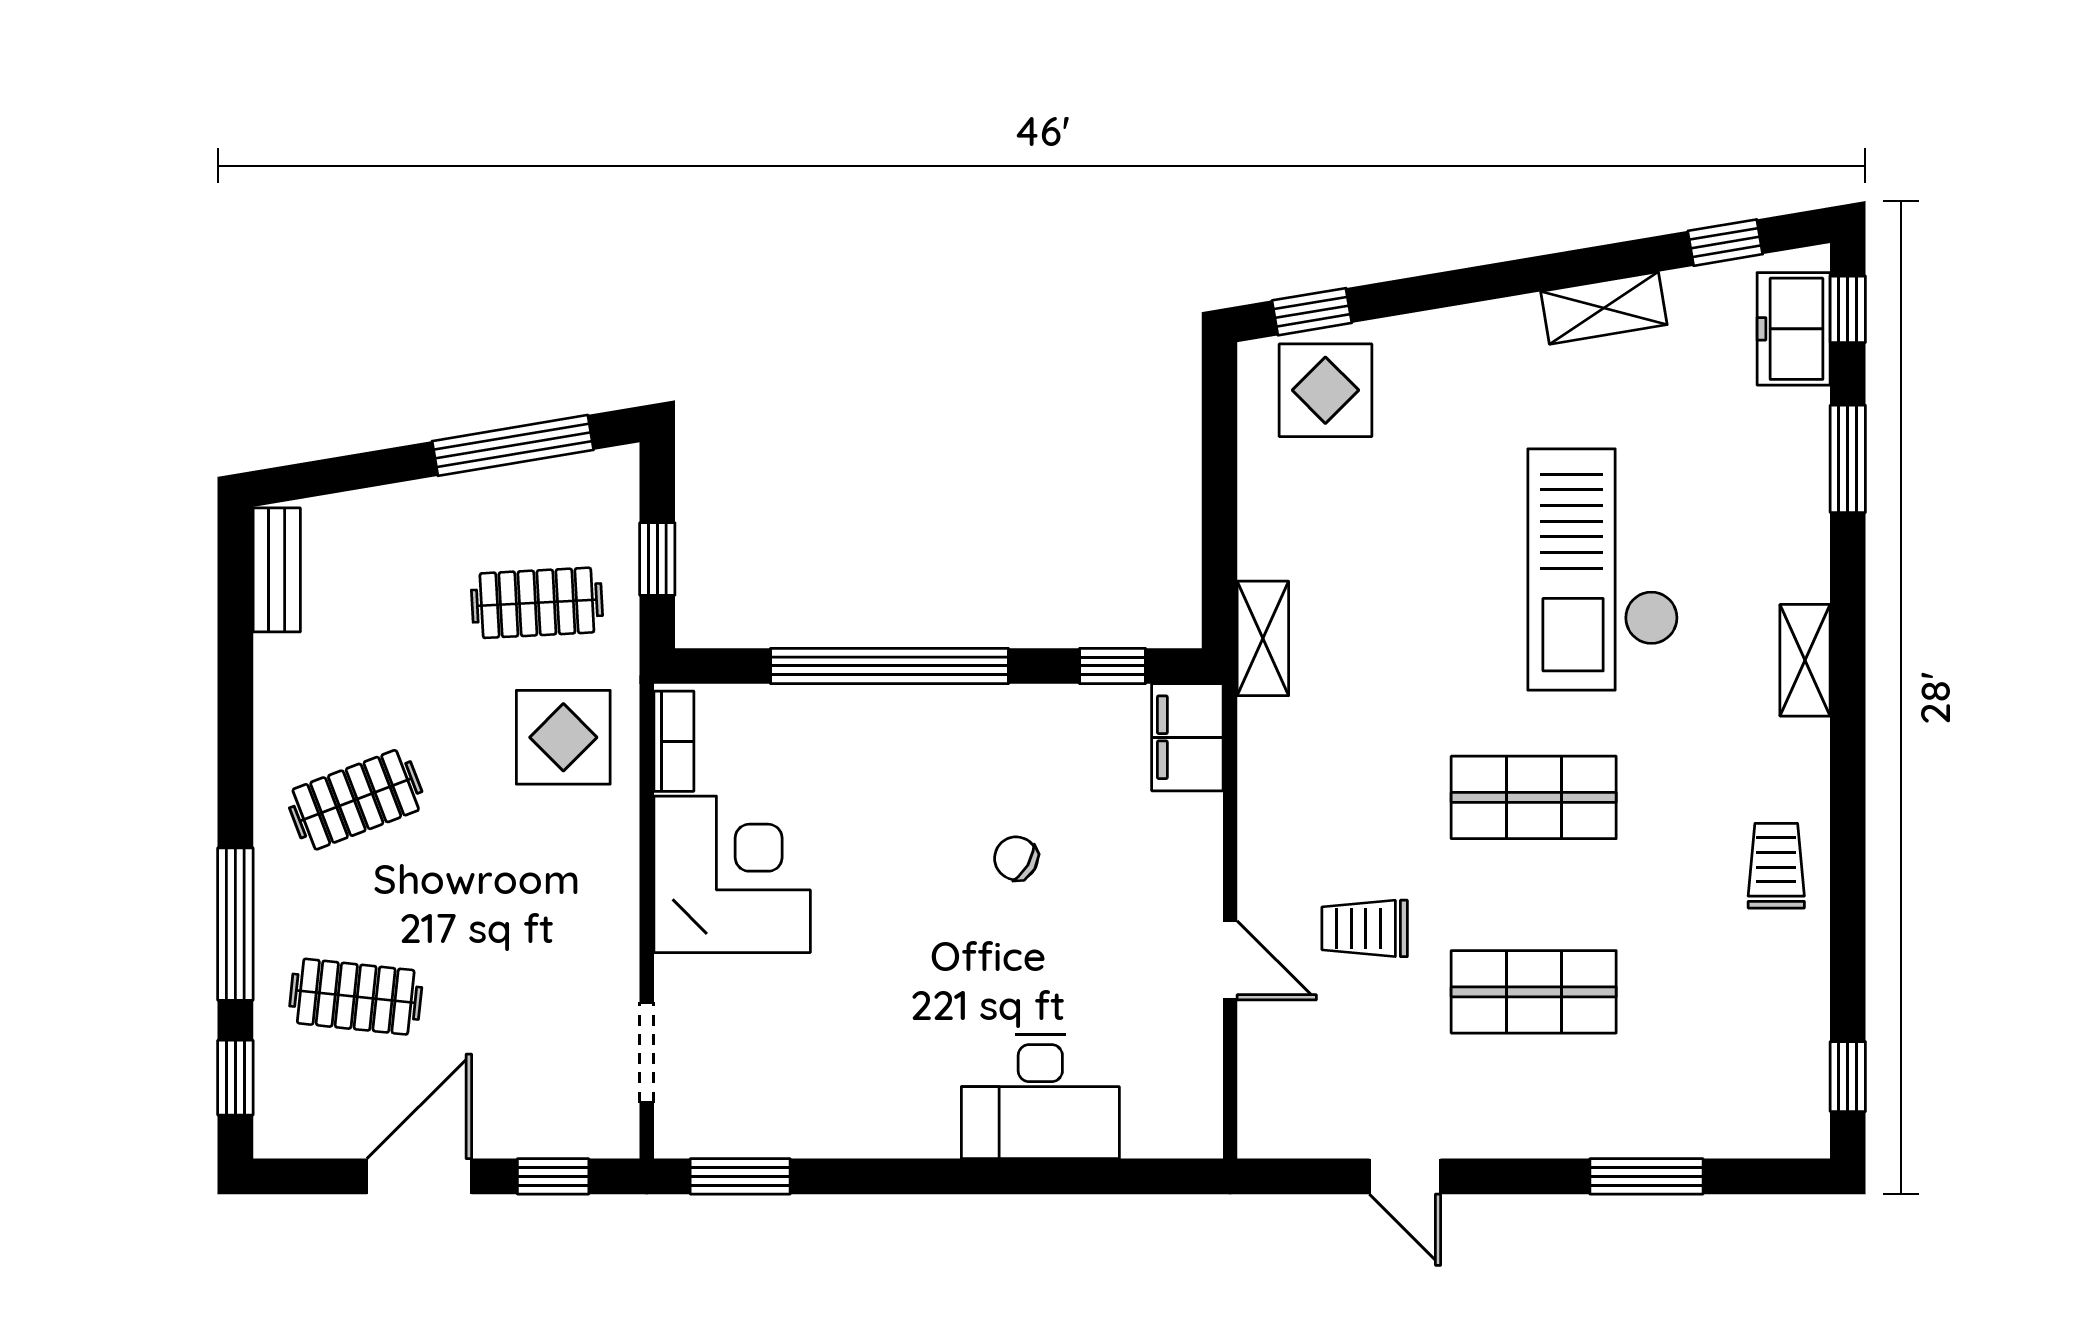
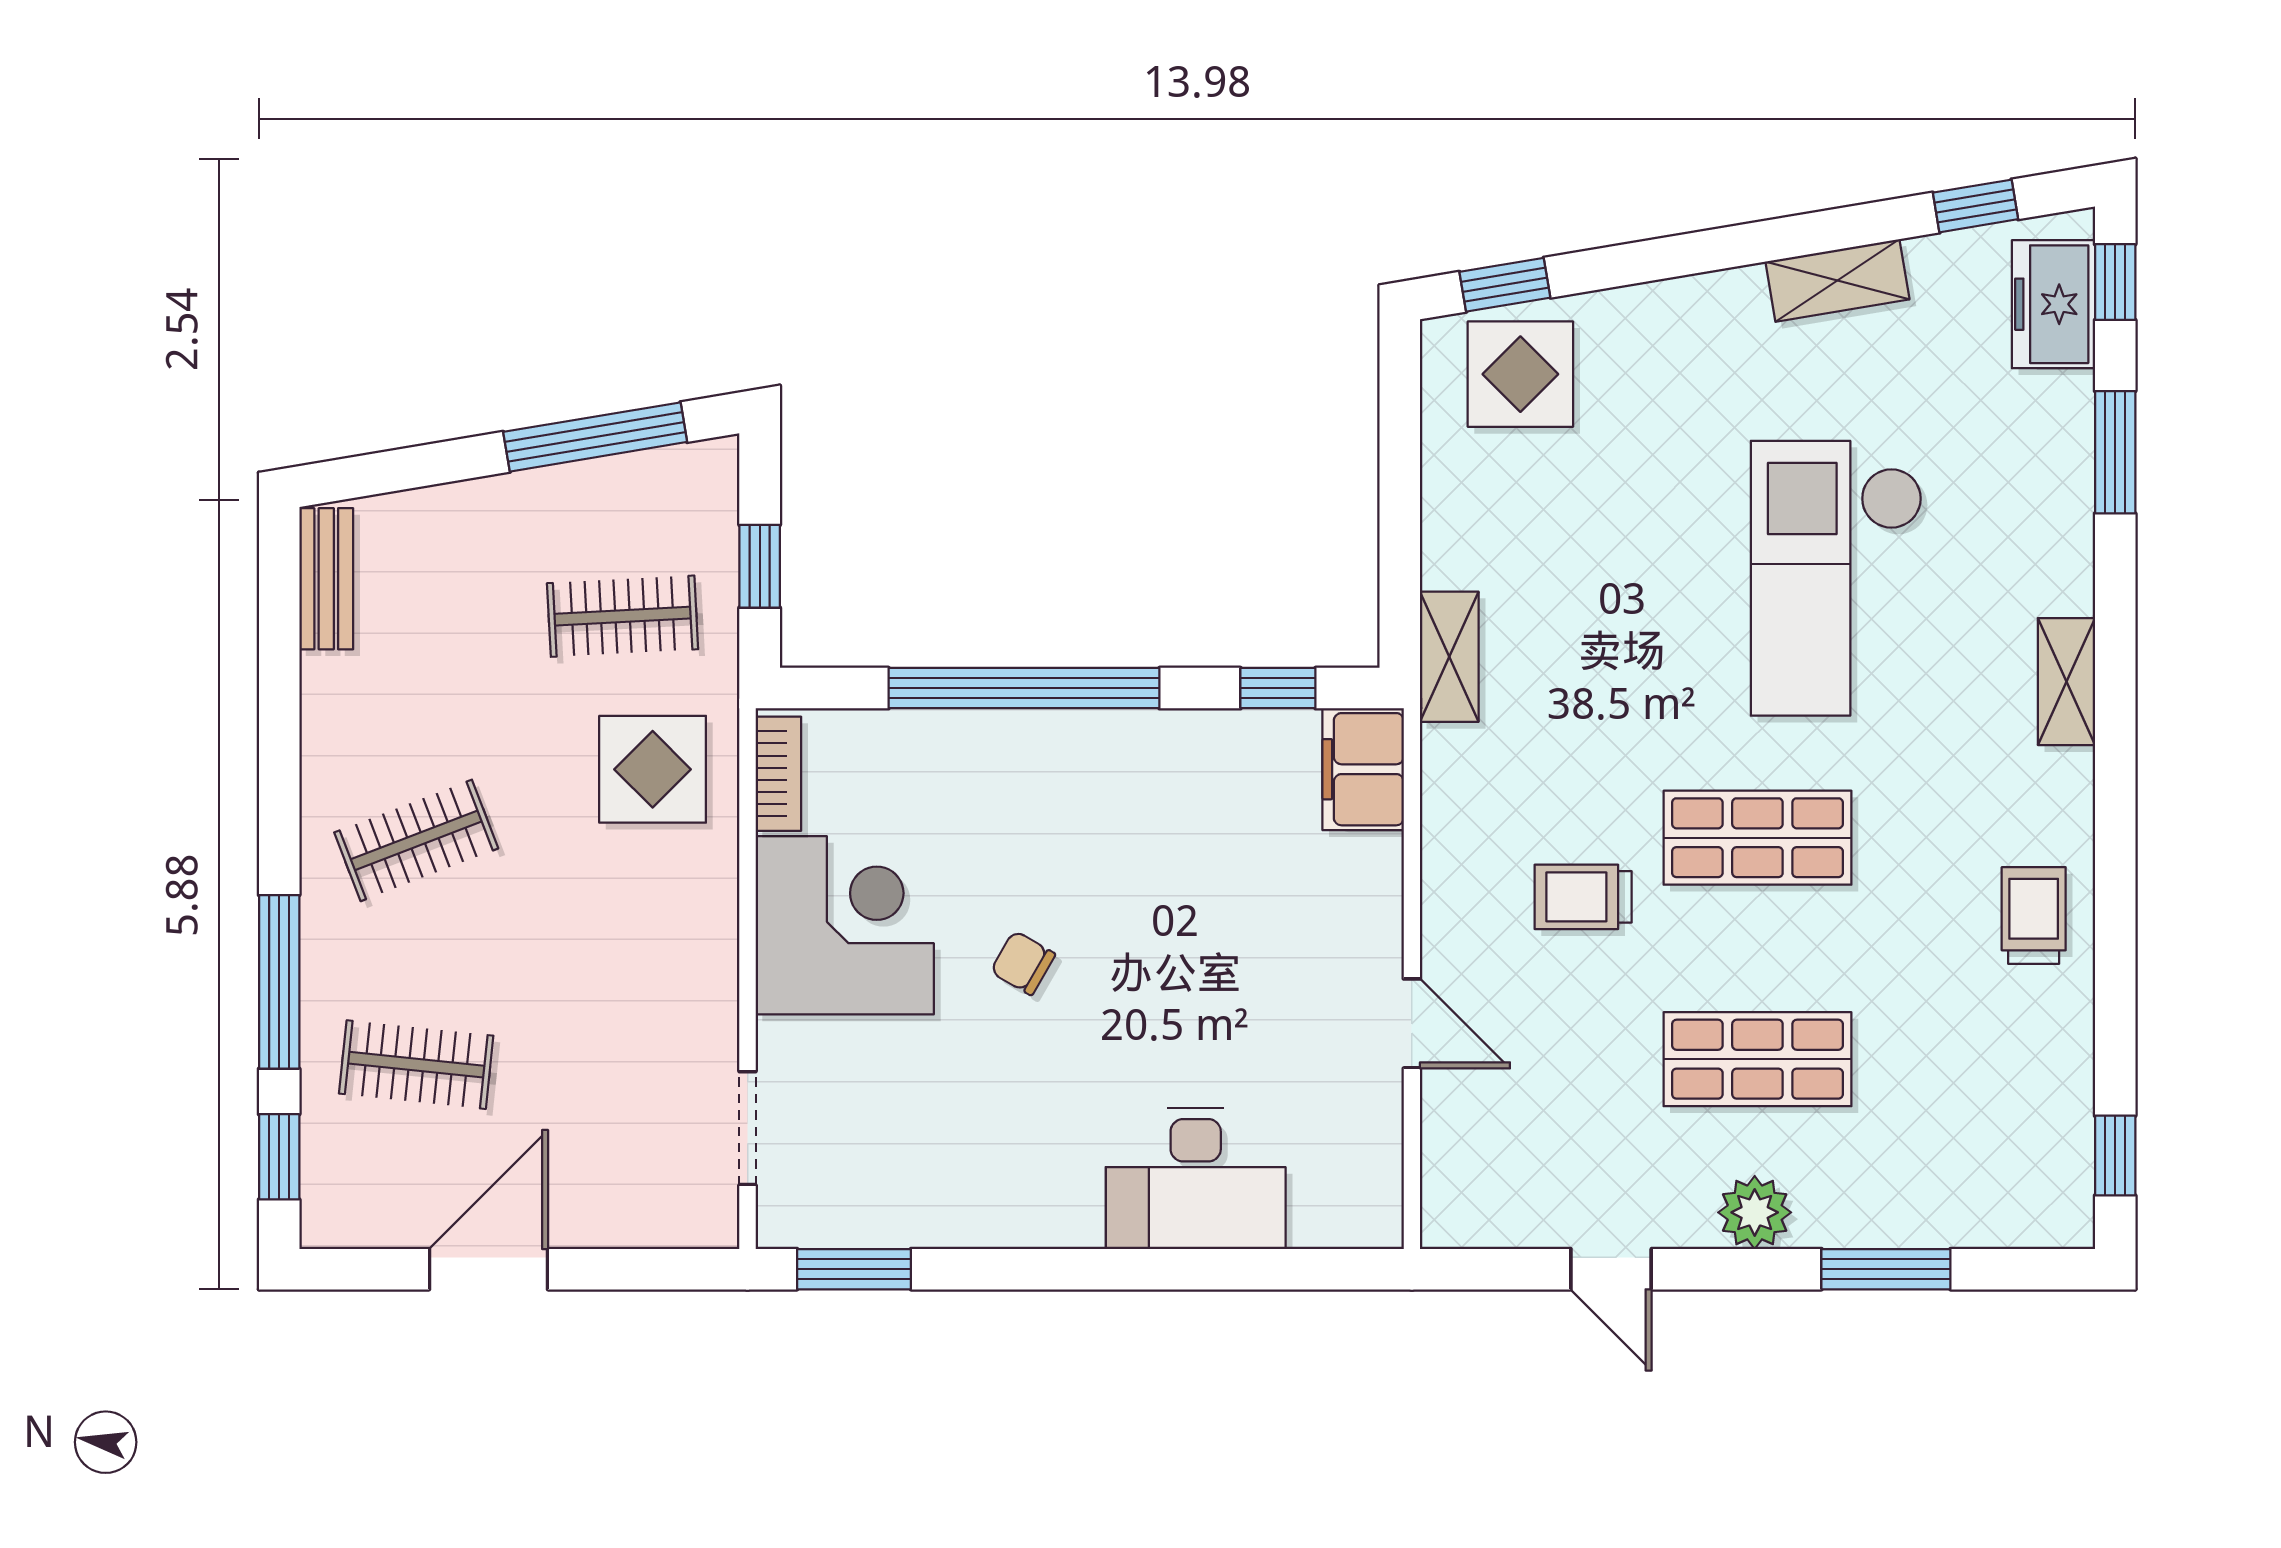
chair: (1016, 858) -> (1023, 963), moved
trolley: (1365, 928) -> (1583, 897), moved
plant: (1531, 1127) -> (1755, 1212), added
window: (553, 1176) -> (641, 1269), removed

